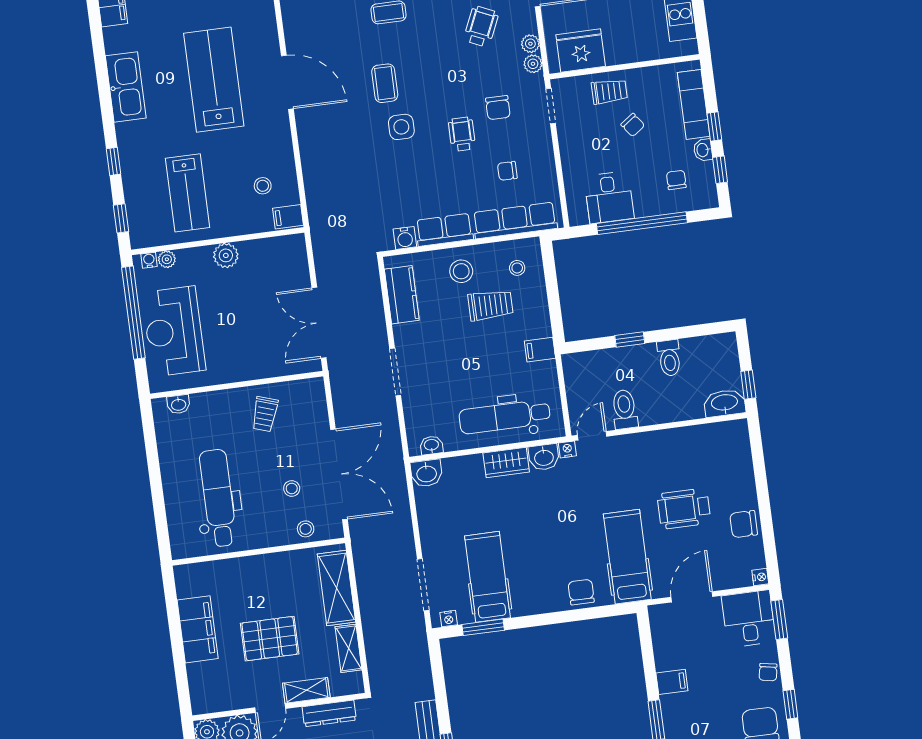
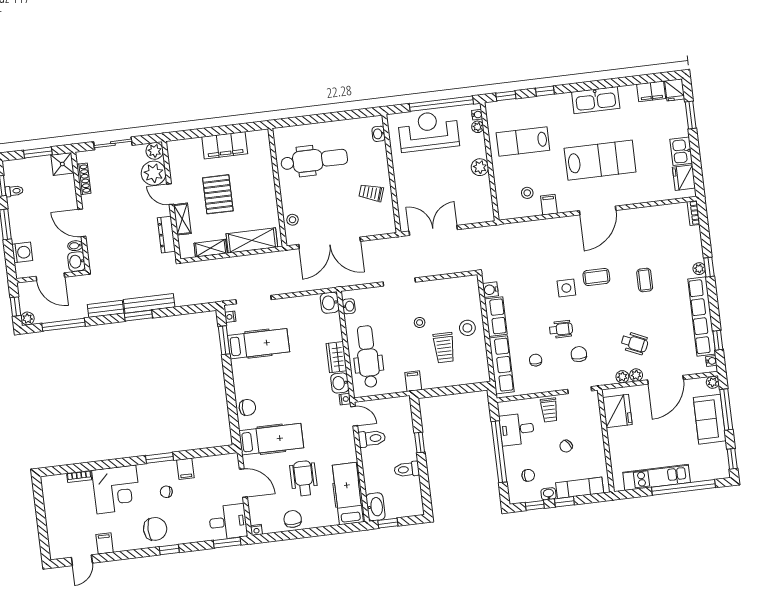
plant: (533, 64) -> (636, 375), moved
trolley: (609, 91) -> (549, 410), moved
chair: (498, 108) -> (579, 354), turned 90
filing cabinet: (288, 217) -> (549, 205), moved
stool: (517, 268) -> (420, 322), moved
kitchen counter: (402, 295) -> (452, 287), removed
hospital bed: (706, 444) -> (348, 494), added
stool: (292, 489) -> (320, 211), removed
chair: (768, 672) -> (166, 492), moved

